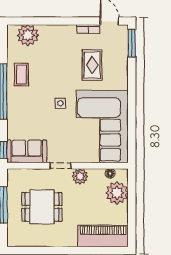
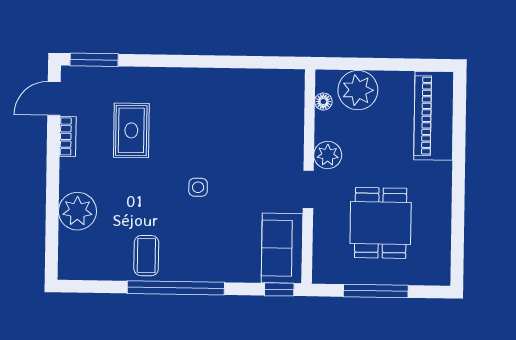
plant: (28, 35) -> (77, 211), moved
rug: (92, 65) -> (131, 130), turned 90
coffee table: (21, 75) -> (146, 256), turned 90
corner sofa: (102, 127) -> (240, 114), removed

